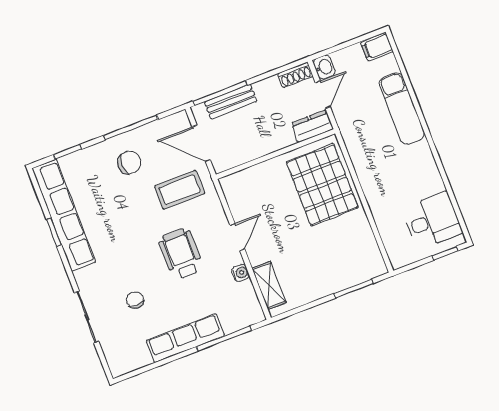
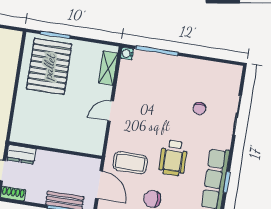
pallet: (322, 185) -> (49, 66), moved
wheelchair: (181, 254) -> (173, 158), moved
water cooler: (240, 273) -> (127, 54), moved
row of seats: (185, 338) -> (181, 65), removed

